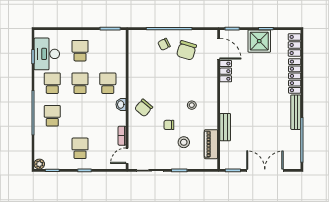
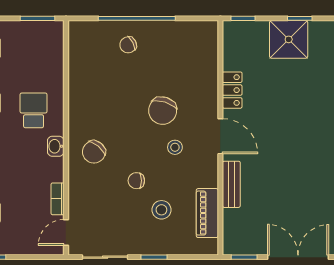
door: (219, 49) -> (220, 136), moved
chair: (186, 50) -> (163, 111), moved

